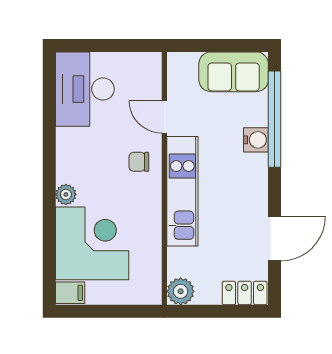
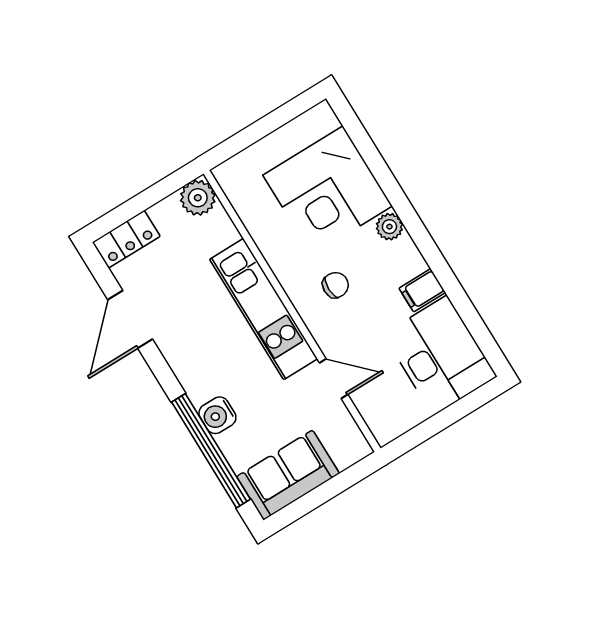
chair: (139, 162) -> (336, 285), moved
filing cabinet: (70, 293) -> (422, 290), moved

